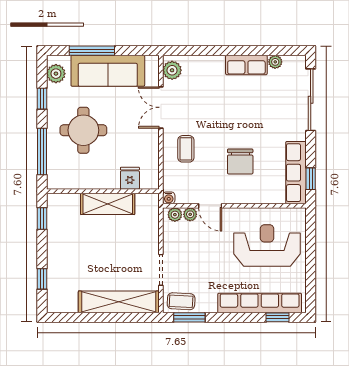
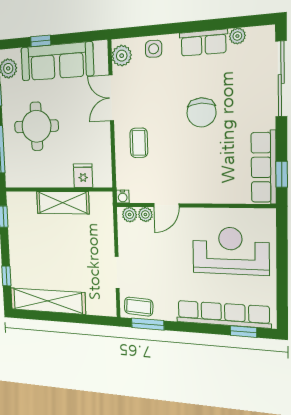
window: (92, 51) -> (41, 41), width x0.46
side table: (202, 67) -> (154, 49), added
chair: (240, 161) -> (201, 112), moved
door: (210, 206) -> (166, 205), hinge flipped
shelving: (119, 302) -> (48, 301), moved

